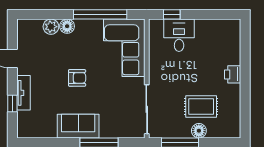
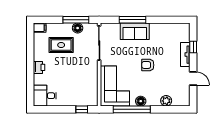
floor lamp: (67, 26) -> (141, 101), moved
desk: (179, 35) -> (45, 96), moved, turned 90
sofa: (78, 126) -> (135, 31), moved
floor lamp: (199, 131) -> (78, 28), moved
filing cabinet: (232, 131) -> (40, 28), added

